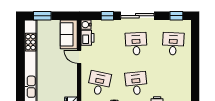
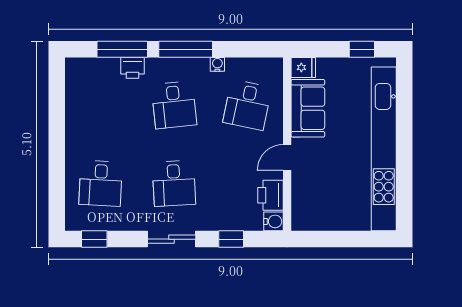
window: (42, 16) -> (360, 239), removed
sliding door: (137, 16) -> (172, 239), width x0.73
sofa: (69, 34) -> (308, 108), moved
door: (79, 57) -> (287, 157), swing flipped

